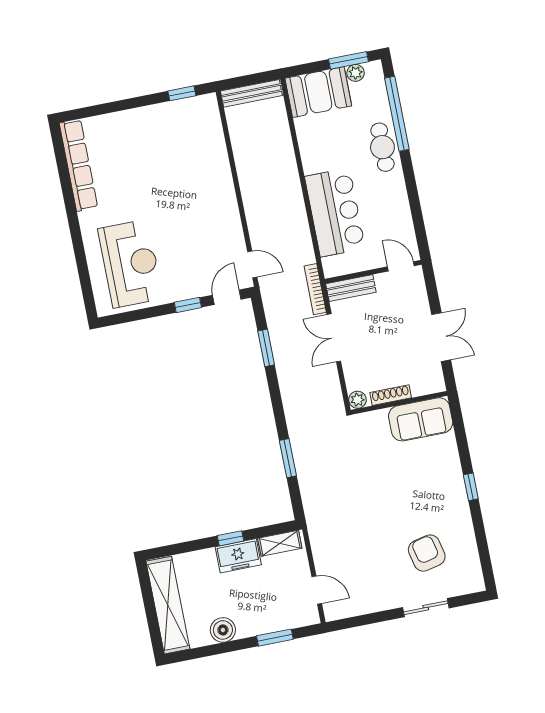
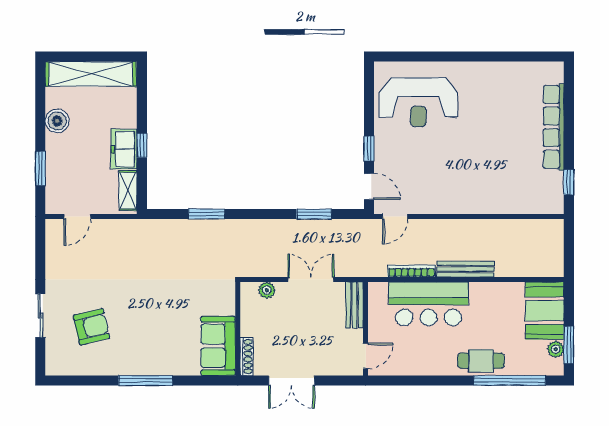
bench: (251, 93) -> (466, 269), moved, turned 90
row of seats: (78, 165) -> (554, 127), moved, turned 90
bookcase: (315, 289) -> (411, 271), moved
shoe rack: (391, 395) -> (247, 357), moved
plant: (357, 400) -> (267, 290), moved
window: (471, 487) -> (146, 380), width x2.17

